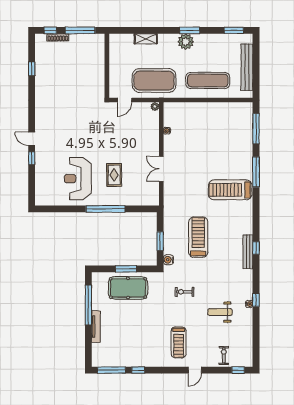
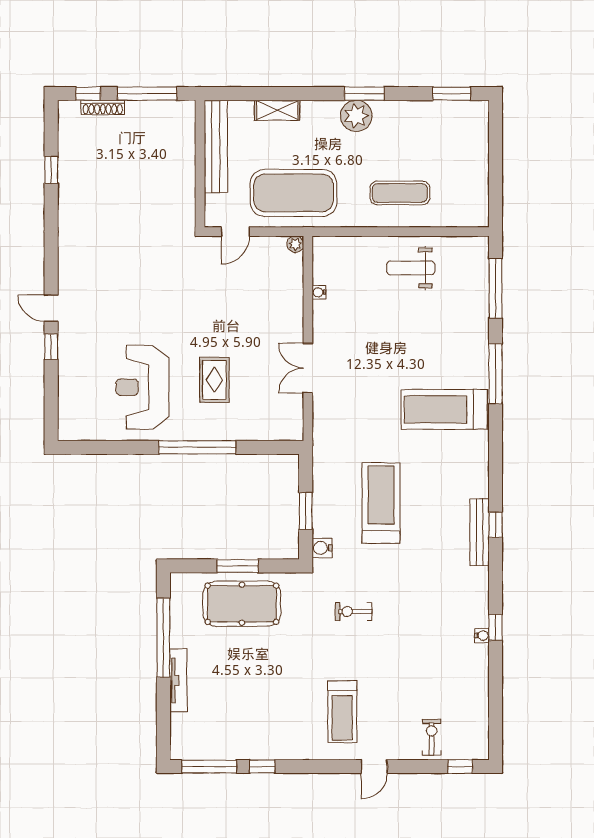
bench: (247, 67) -> (216, 146), moved
exercise mat: (208, 81) -> (400, 193), width x0.73, depth x0.69
weight bench: (220, 312) -> (411, 268), moved

